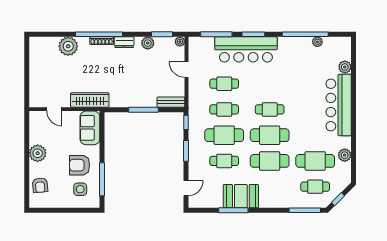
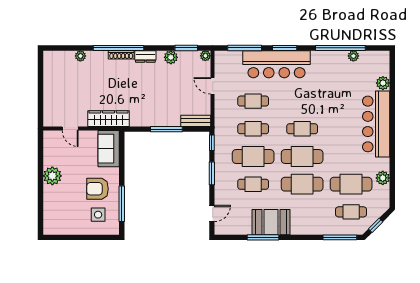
plant: (68, 46) -> (80, 56), width x0.53, depth x0.53
armchair: (40, 185) -> (55, 210), removed

